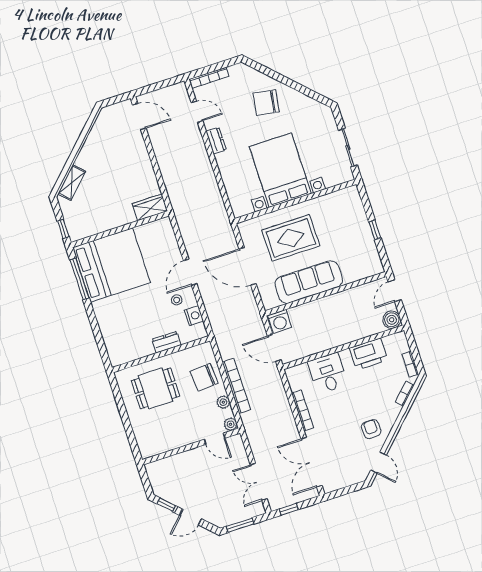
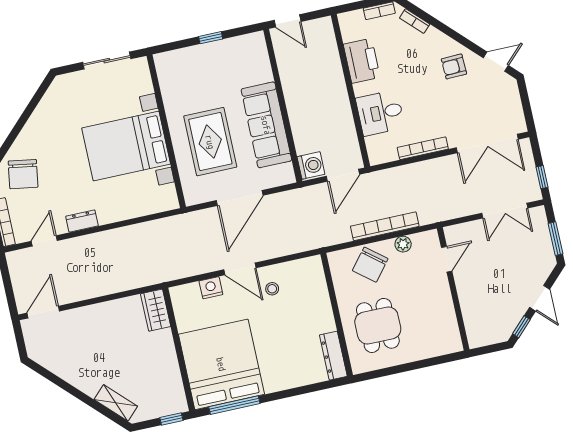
chair: (266, 103) -> (23, 174), moved
nightstand: (194, 316) -> (211, 288), moved
boiler: (392, 320) -> (323, 28), removed
dresser: (166, 342) -> (333, 356), moved, width x1.44
chair: (204, 377) -> (370, 265), turned 43
plant: (231, 424) -> (431, 238), removed

